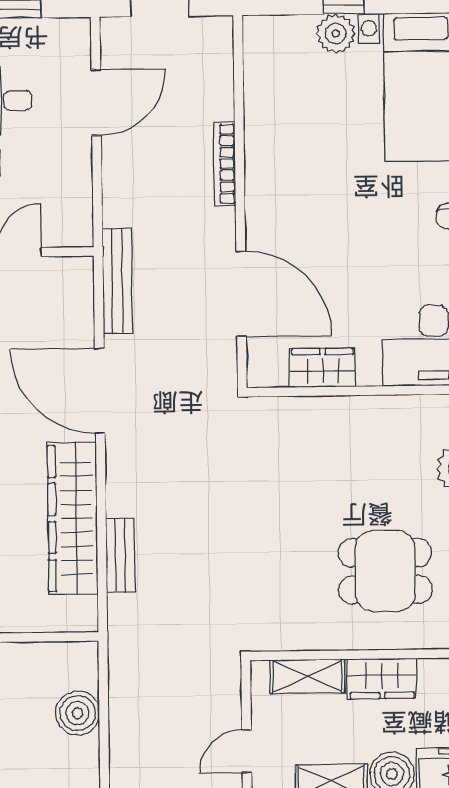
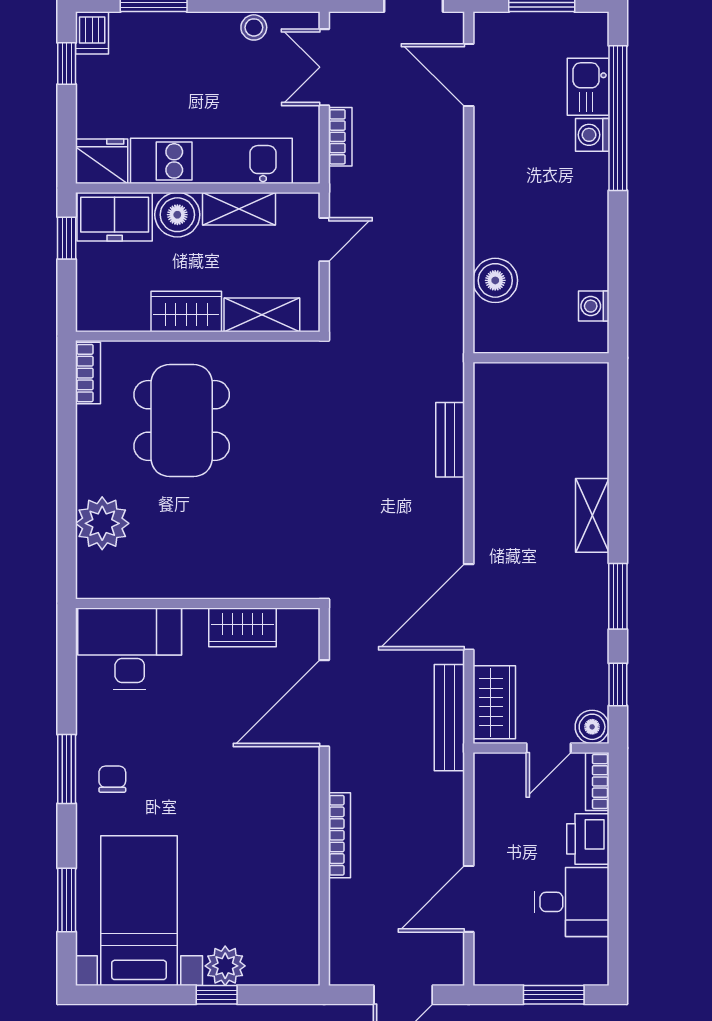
door: (241, 294) -> (324, 703), hinge flipped
door: (100, 391) -> (469, 607), swing flipped
wardrobe: (73, 518) -> (494, 702), moved, width x0.48, depth x0.85
dining table: (385, 571) -> (182, 421), width x1.38

